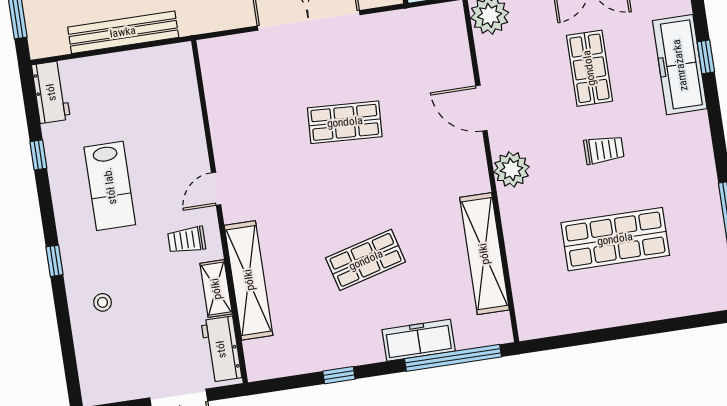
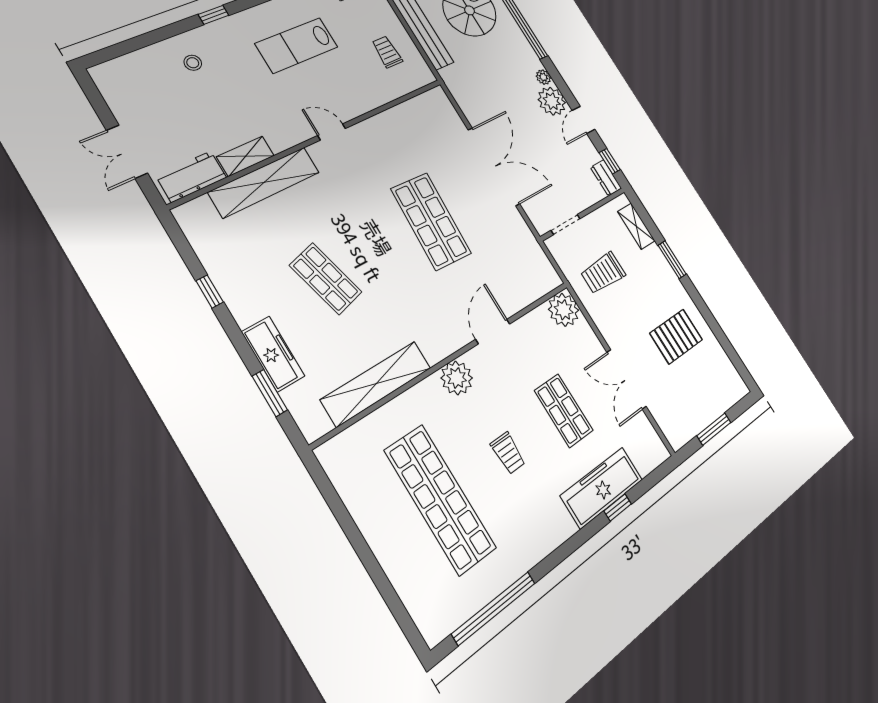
shop shelf: (589, 68) -> (564, 411), turned 90
shop shelf: (345, 122) -> (431, 221), width x1.43, depth x1.36
shop shelf: (615, 239) -> (440, 499), width x1.40
trolley: (187, 240) -> (387, 52), moved
window: (453, 358) -> (270, 393), width x0.47

